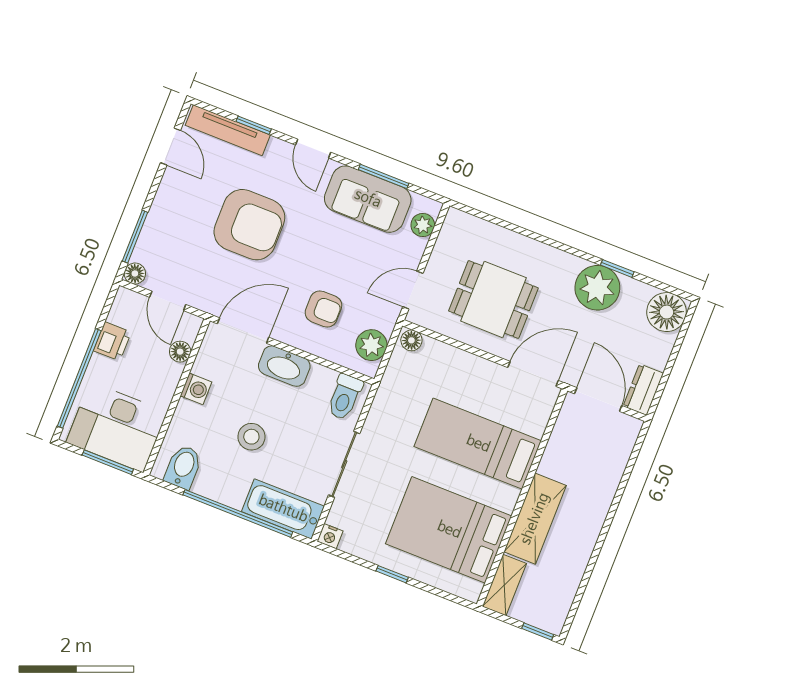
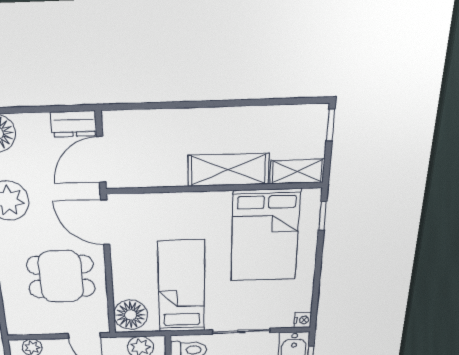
dining table: (493, 299) -> (61, 277), turned 90
floor lamp: (411, 340) -> (131, 315), width x1.89, depth x1.89
bed: (478, 444) -> (181, 287), moved, turned 180
window: (392, 574) -> (323, 216), moved

